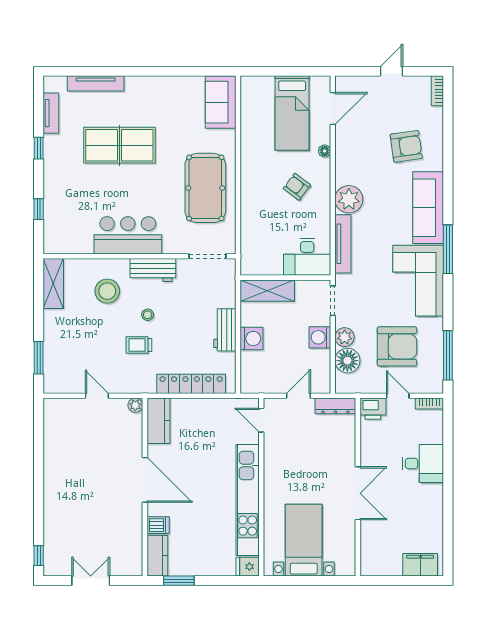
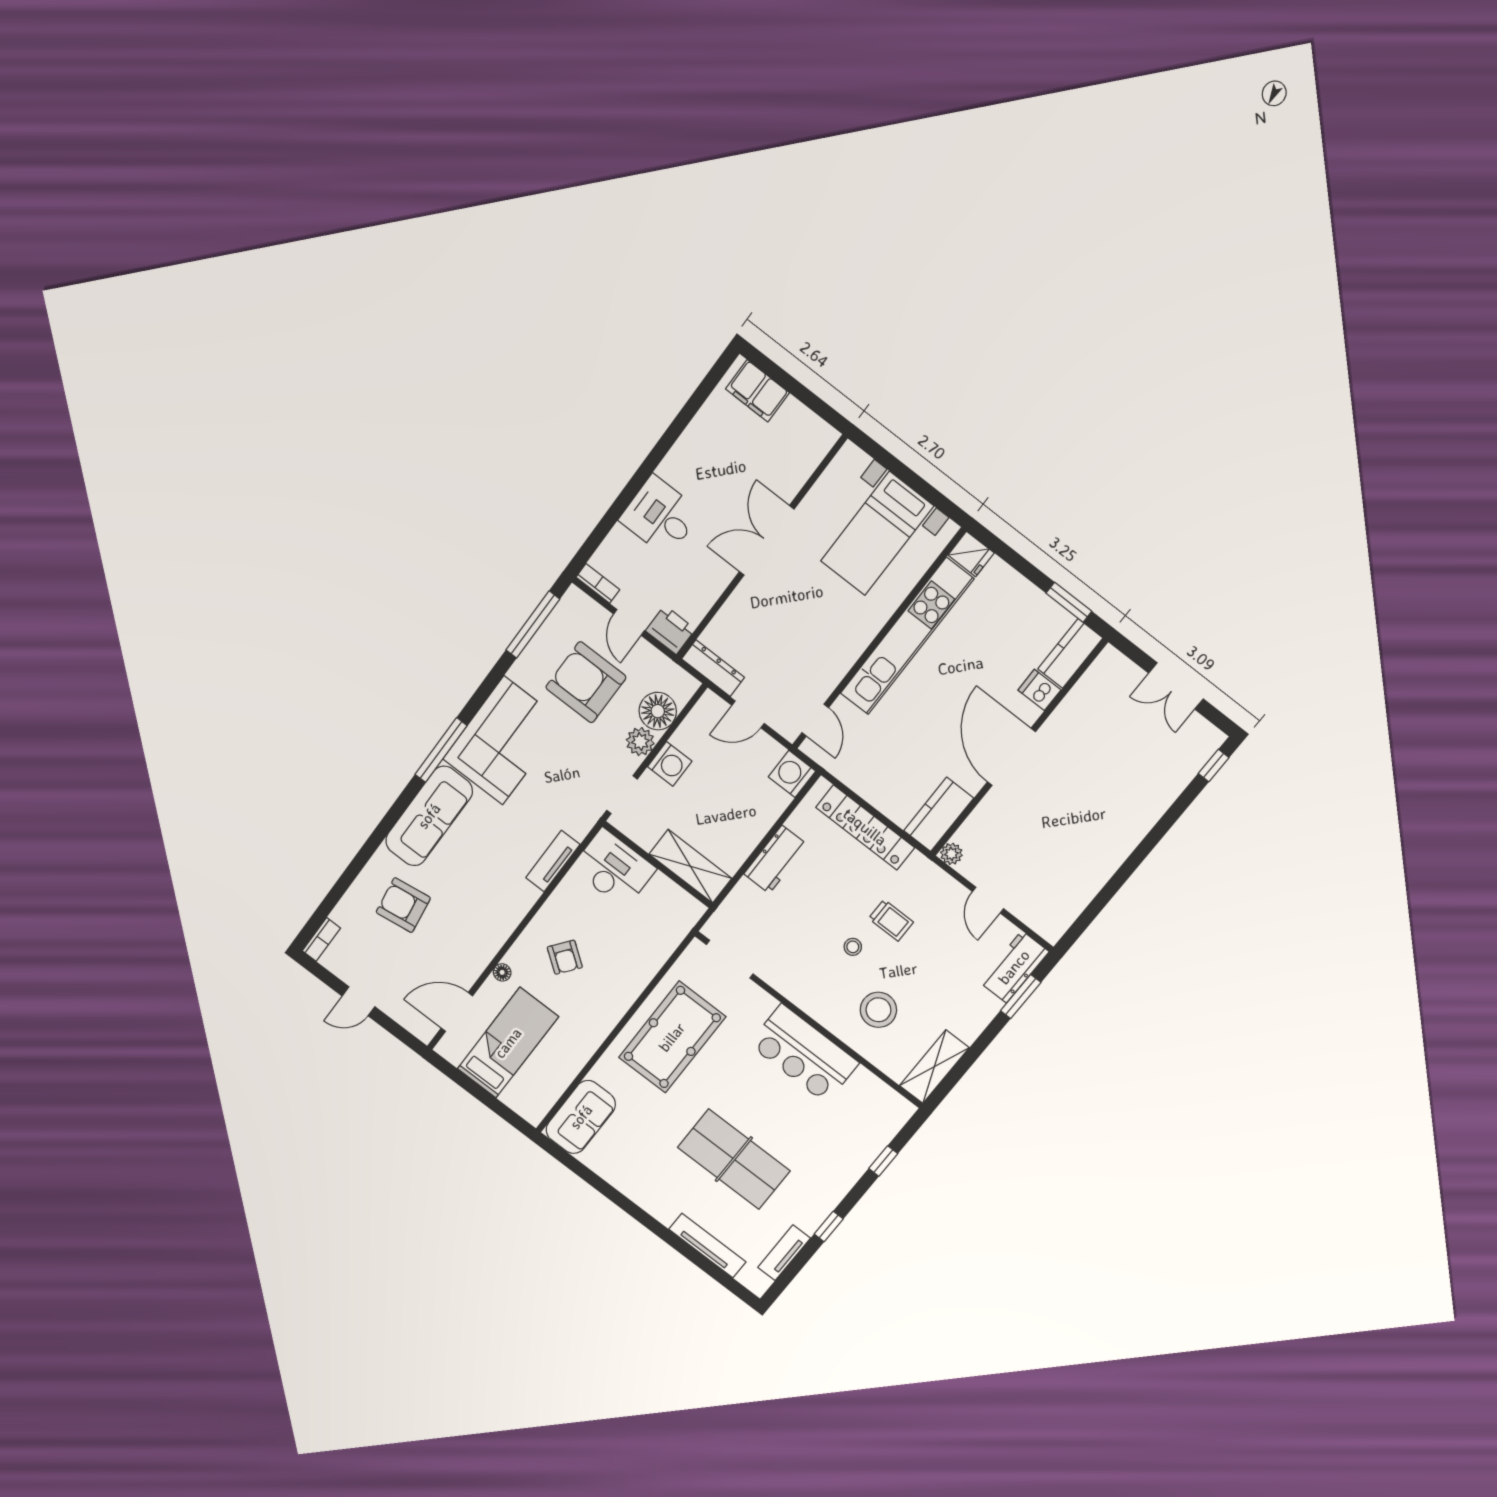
plant: (349, 199) -> (515, 897), removed
tv unit: (343, 244) -> (553, 861), width x0.71
workbench: (153, 270) -> (1014, 967), moved, turned -90
washing machine: (251, 339) -> (792, 774), moved

